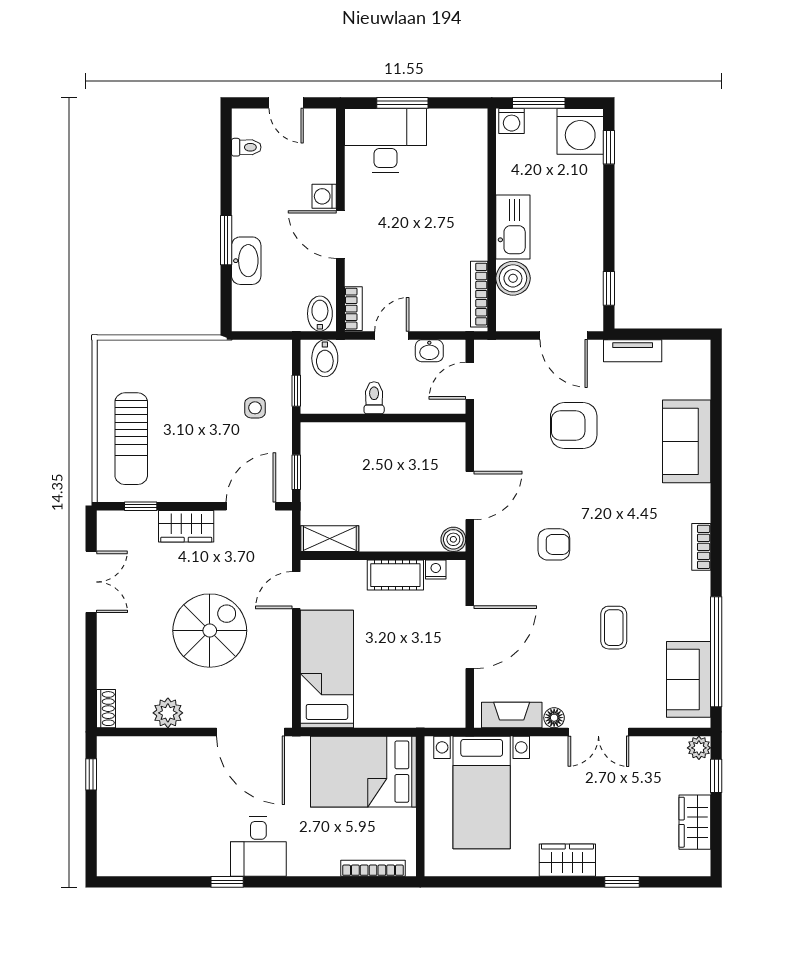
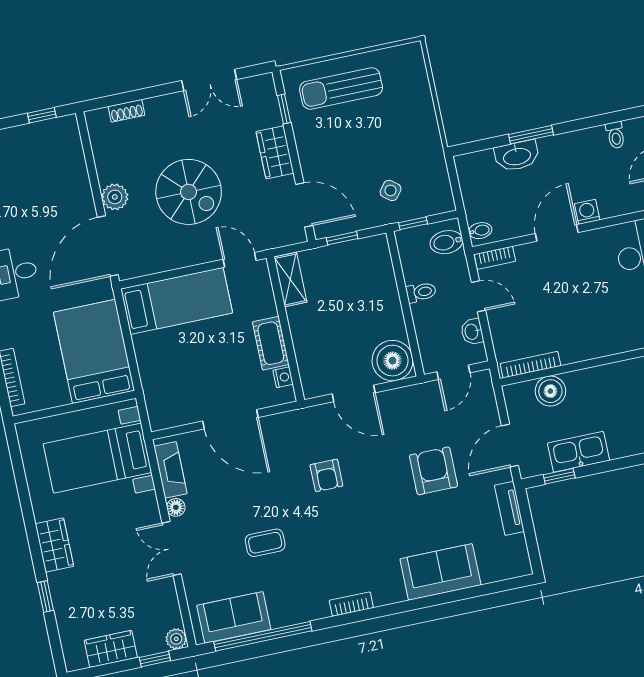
kitchen sink: (513, 227) -> (578, 452), moved, turned 180
bidet: (320, 314) -> (480, 231), width x0.72, depth x0.74
door: (470, 381) -> (453, 372), swing flipped
side table: (255, 408) -> (391, 190), turned 37
boiler: (453, 539) -> (392, 361), moved, width x1.86, depth x1.86
shoe rack: (106, 709) -> (127, 111), moved
plant: (168, 713) -> (115, 197), moved

